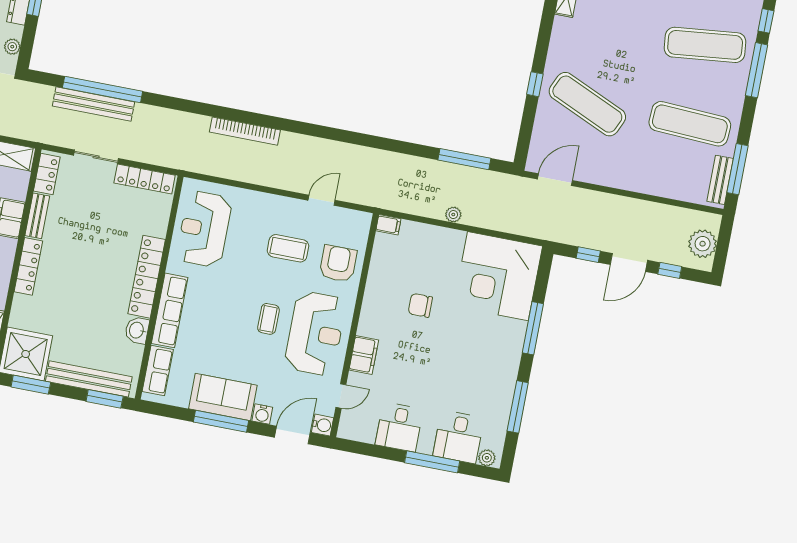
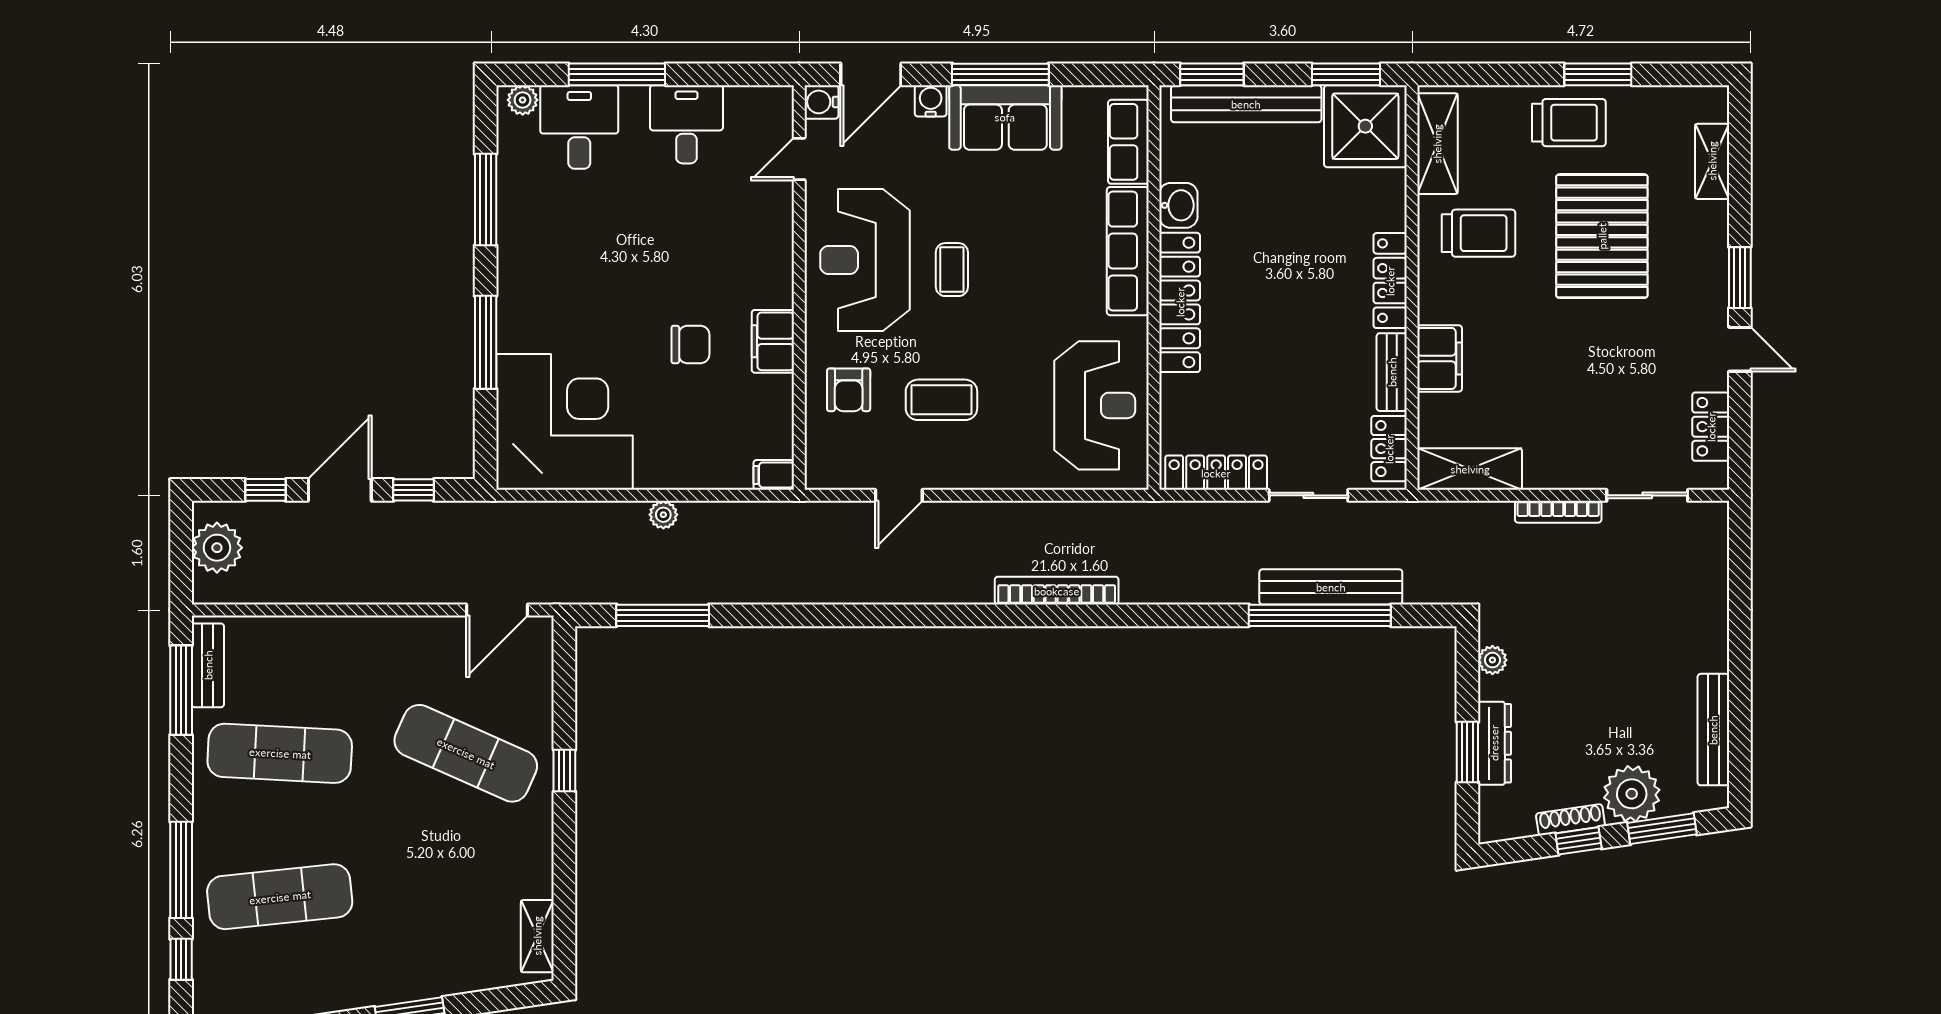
armchair: (338, 264) -> (849, 390), width x0.72, depth x0.72
filing cabinet: (364, 355) -> (773, 341), moved

